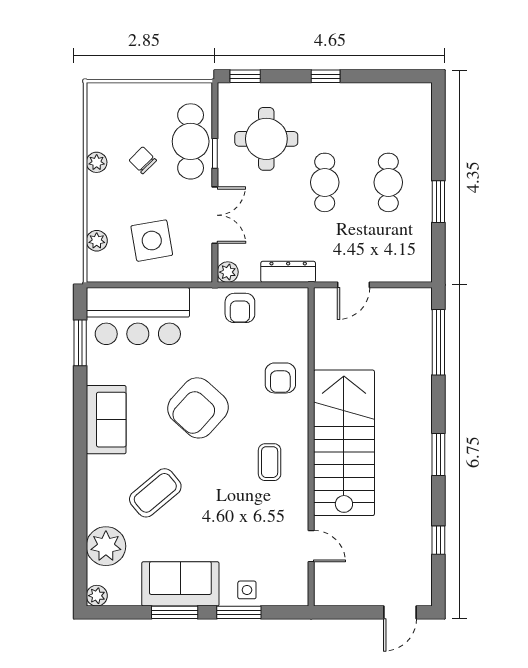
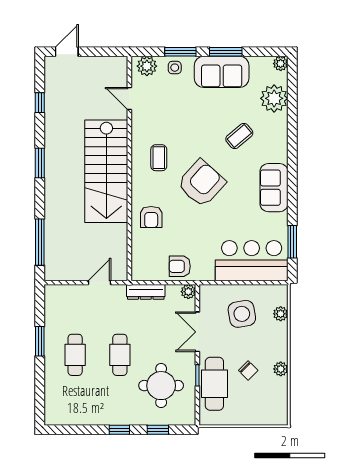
window: (245, 76) -> (158, 430), moved
armchair: (240, 308) -> (180, 266), turned -90
armchair: (280, 378) -> (151, 217), turned 180
armchair: (198, 408) -> (201, 183), moved
coffee table: (155, 493) -> (239, 136), width x0.73, depth x0.77
plant: (286, 592) -> (147, 66), added

